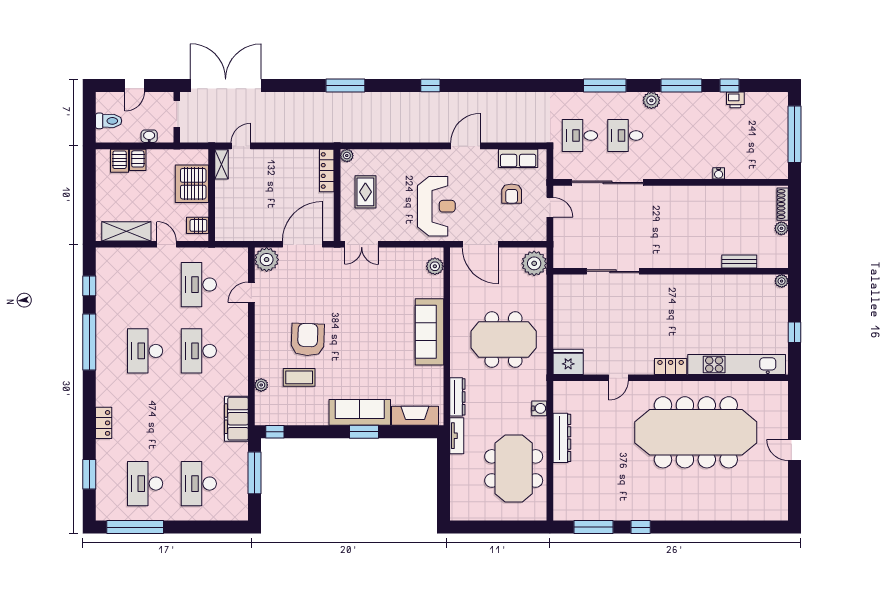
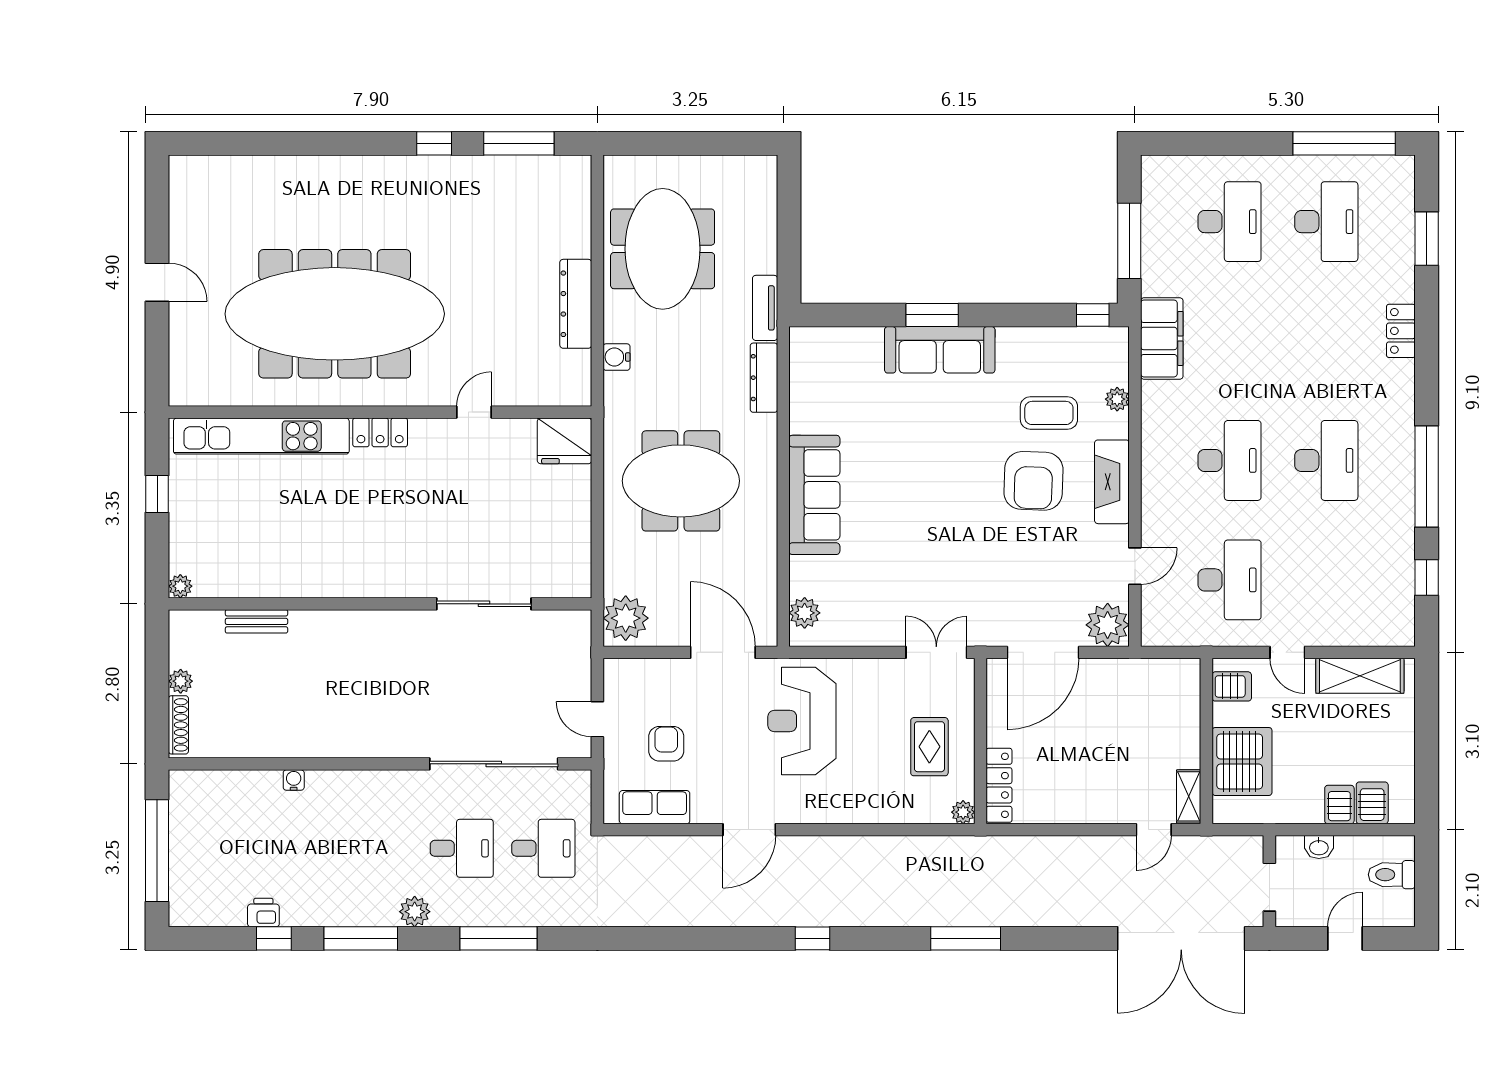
fireplace: (415, 416) -> (1112, 482), moved, turned 90

